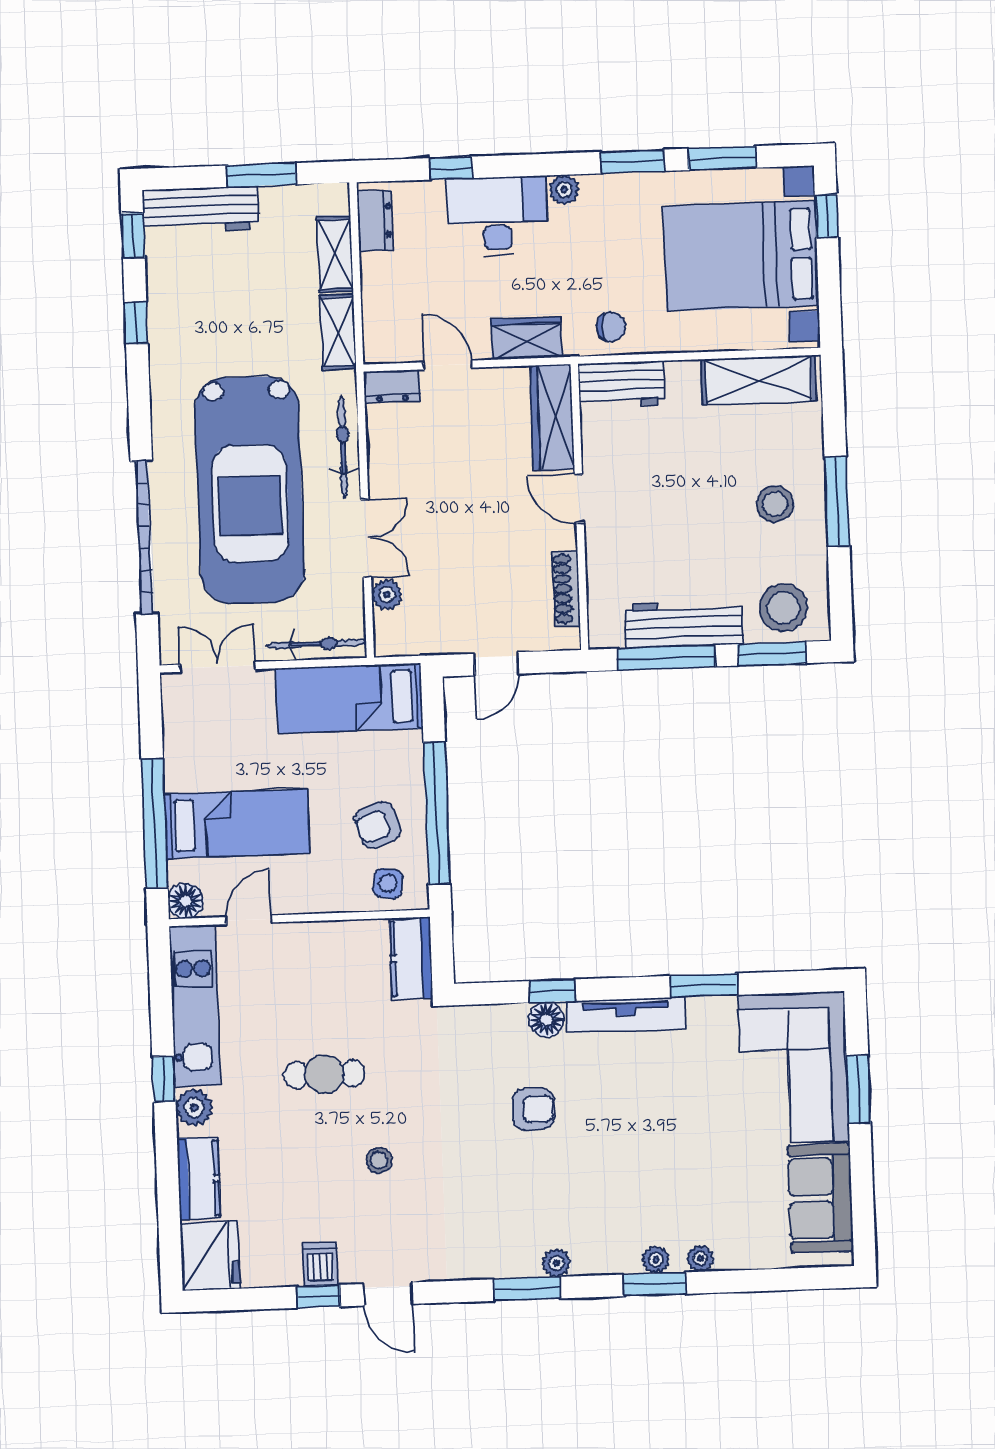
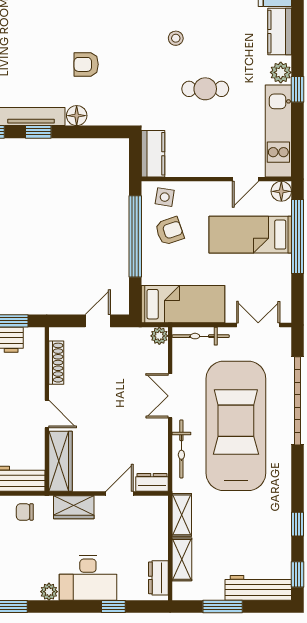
door: (448, 365) -> (120, 494), swing flipped
plant: (387, 595) -> (159, 336), moved
double door: (217, 667) -> (258, 325), swing flipped
window: (552, 991) -> (38, 132), moved

